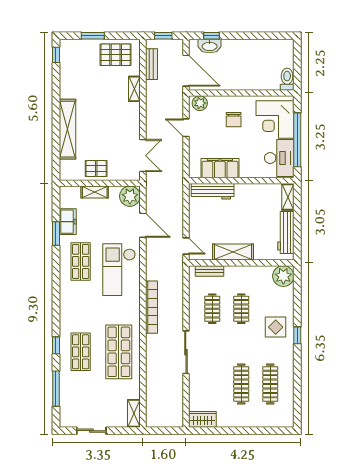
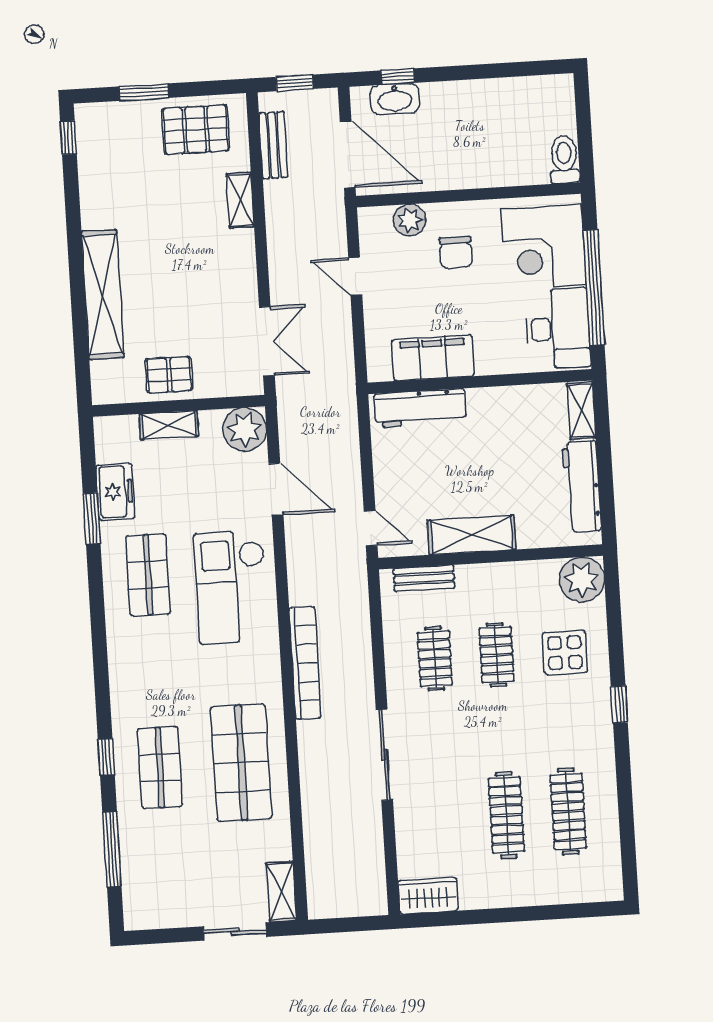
plant: (200, 103) -> (409, 220), moved
display table: (276, 327) -> (565, 653), moved
sliding door: (91, 431) -> (235, 932), moved

